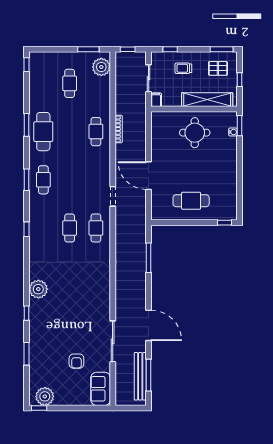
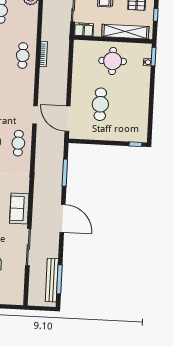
filing cabinet: (156, 100) -> (84, 30), width x2.00
door: (149, 176) -> (68, 119), moved
cafe table: (191, 201) -> (100, 104), moved, turned 90
door: (149, 325) -> (62, 218), moved
sofa: (101, 389) -> (19, 209), moved

